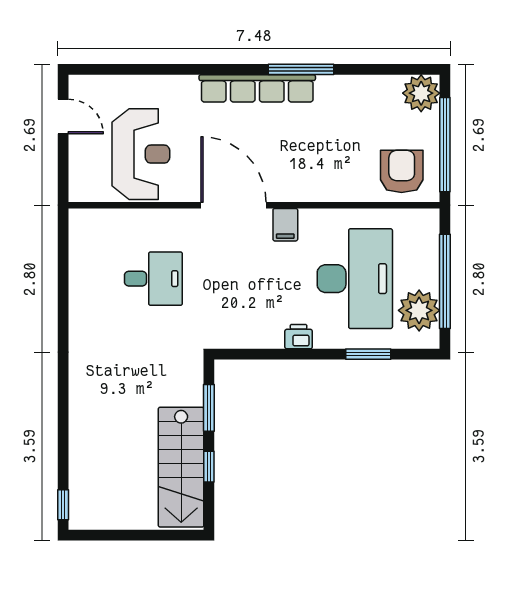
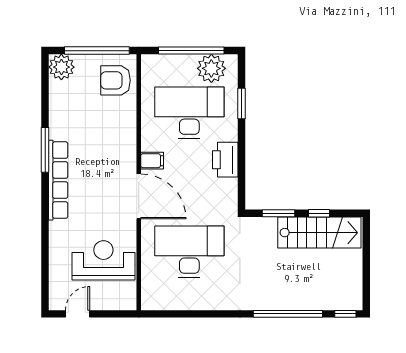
door: (233, 205) -> (139, 196), swing flipped
desk: (153, 279) -> (189, 252), width x1.87, depth x1.30
printer: (299, 337) -> (225, 160), width x1.87, depth x1.48
window: (63, 422) -> (288, 314), added

